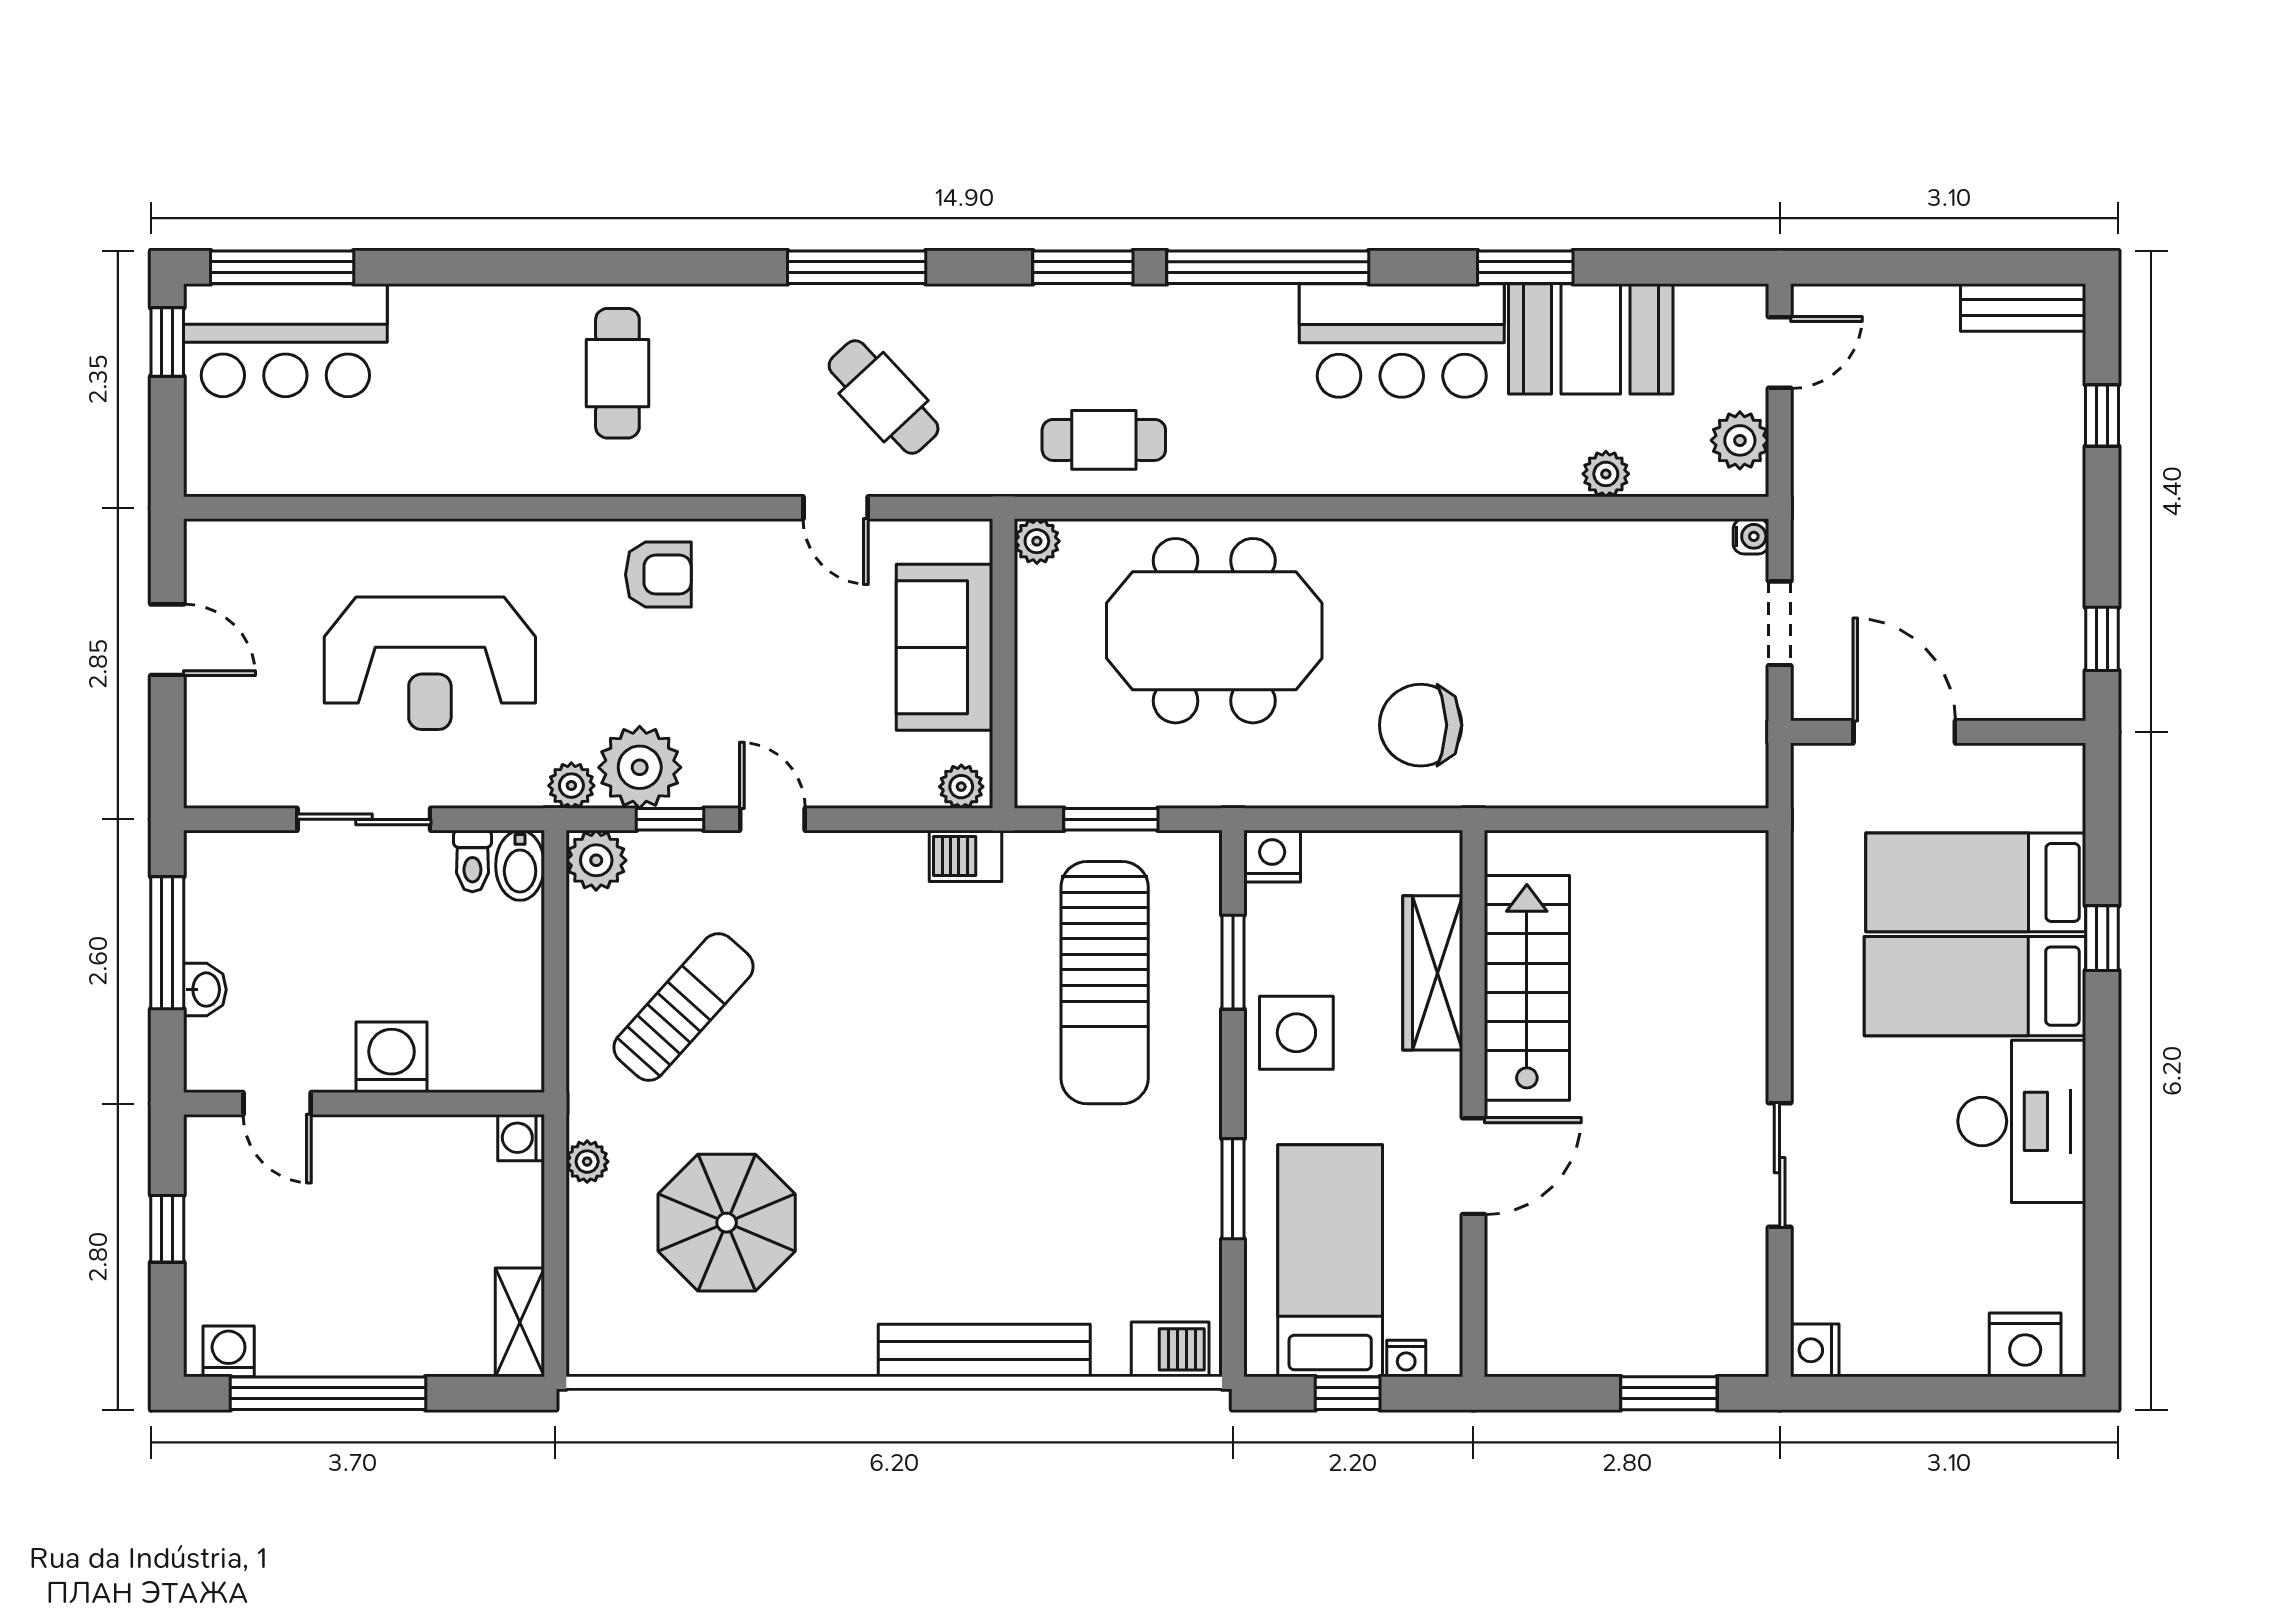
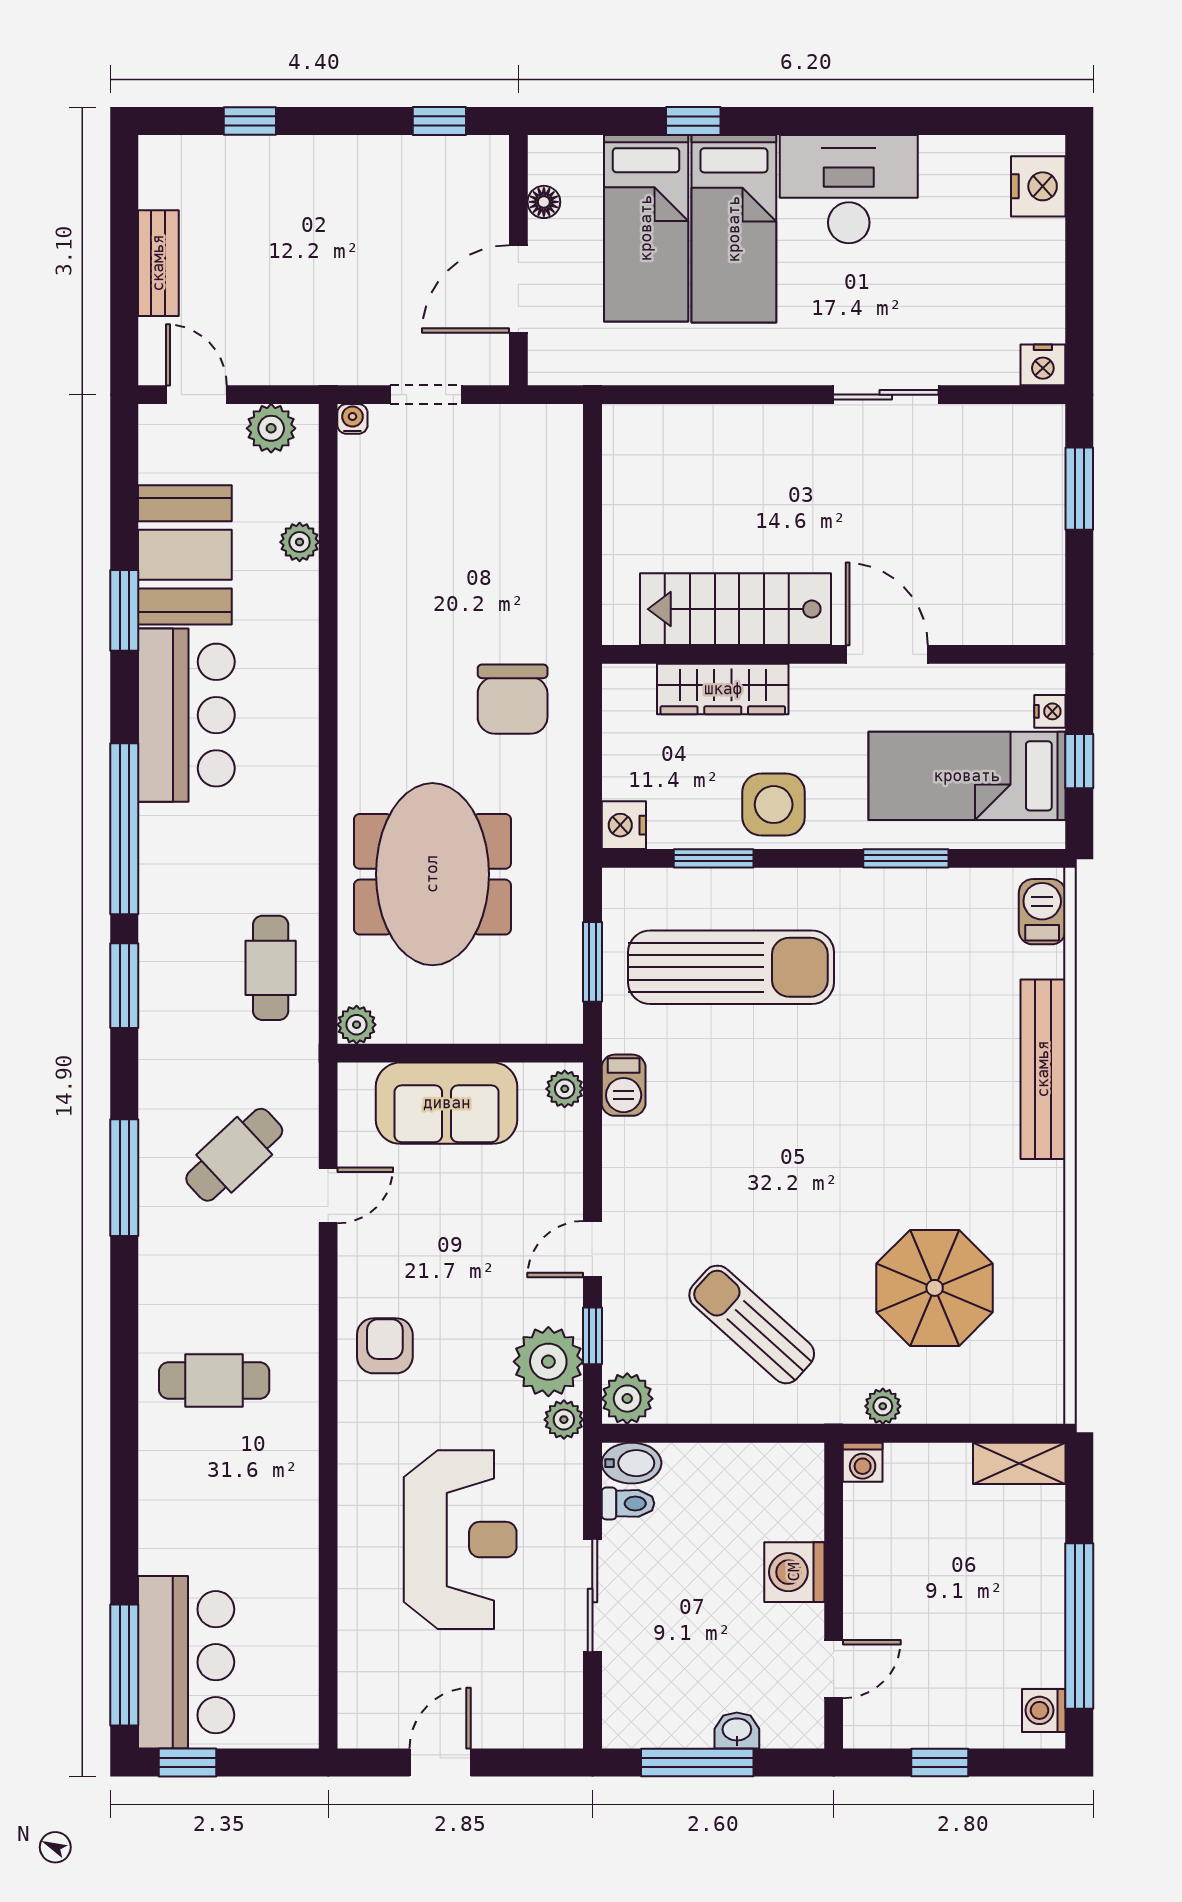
bench: (2023, 308) -> (158, 263), moved
floor lamp: (2007, 762) -> (544, 202), added

